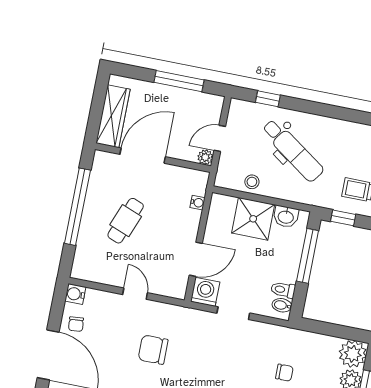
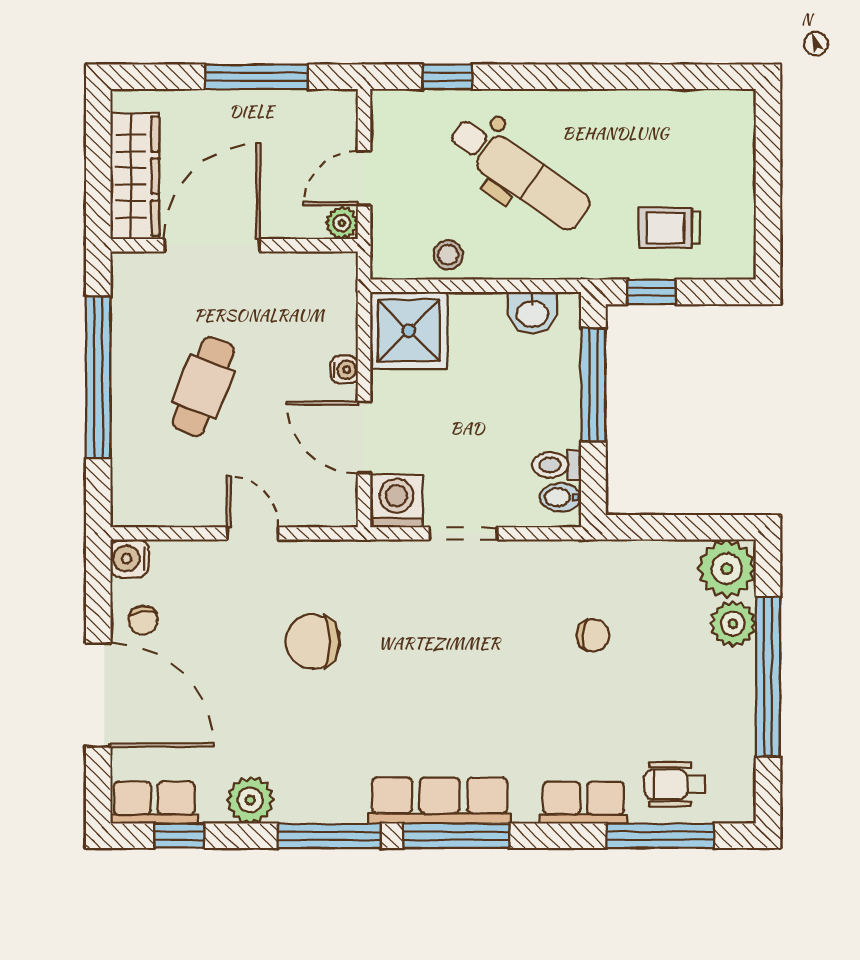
water cooler: (198, 203) -> (344, 370), moved
shower: (253, 219) -> (409, 331), moved
door: (196, 259) -> (364, 437), swing flipped

